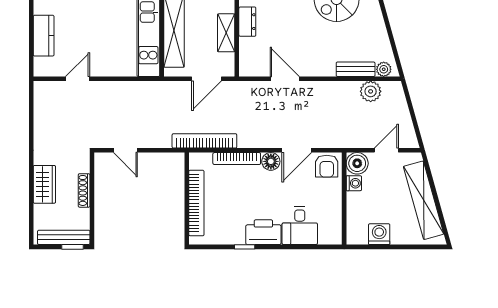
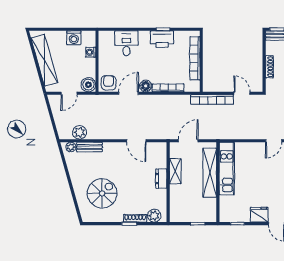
bookcase: (204, 141) -> (212, 100), moved
washing machine: (354, 183) -> (91, 52), moved
printer: (263, 232) -> (162, 39), moved

